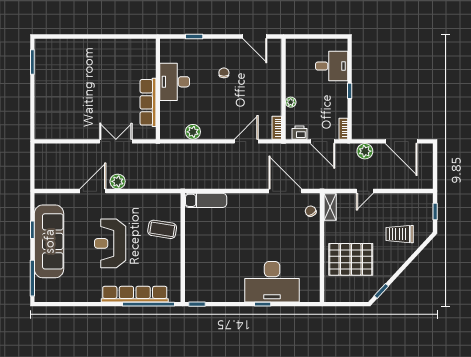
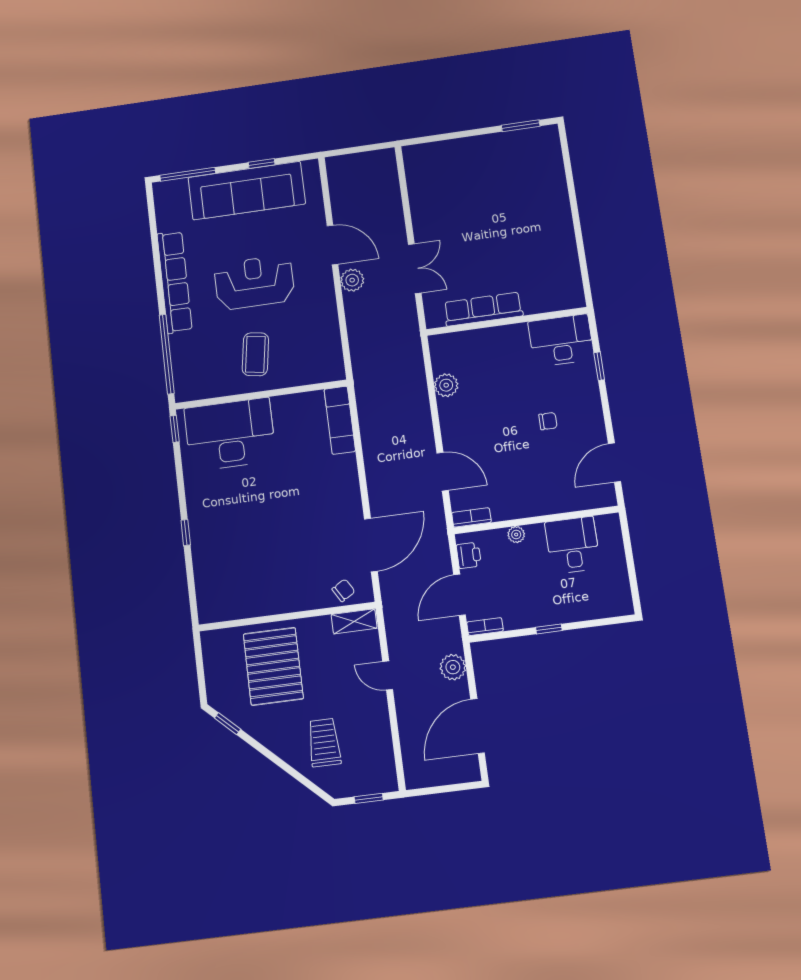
desk: (332, 66) -> (573, 545), moved, turned 180
desk: (175, 82) -> (561, 340), moved
coffee table: (162, 229) -> (255, 354), moved
desk: (272, 282) -> (230, 434), moved, turned 90
row of seats: (135, 294) -> (175, 282), moved

